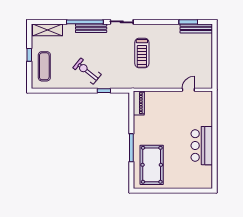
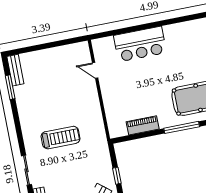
bench: (196, 28) -> (15, 70), width x0.73
piano: (139, 103) -> (143, 125), moved
bar counter: (202, 146) -> (140, 44), moved

